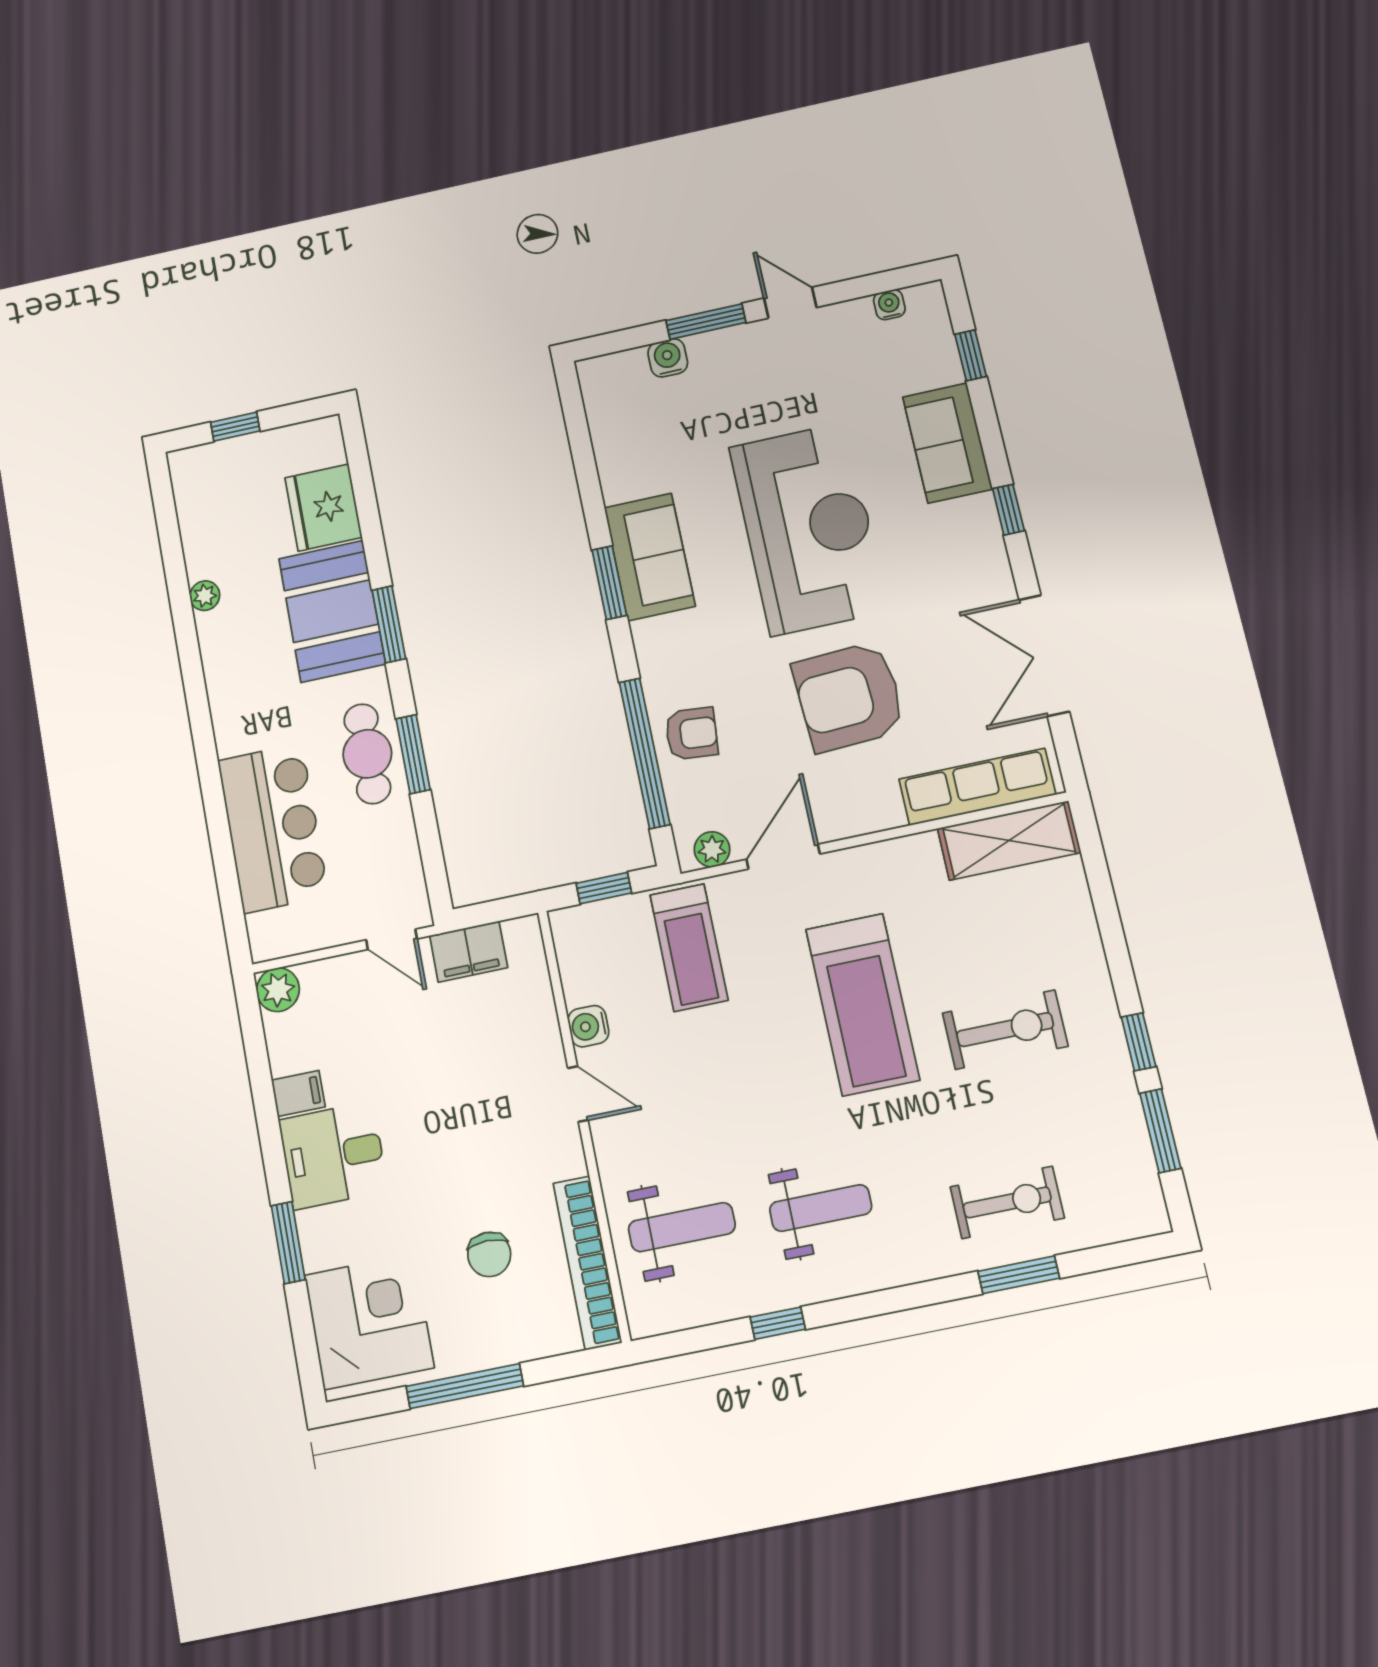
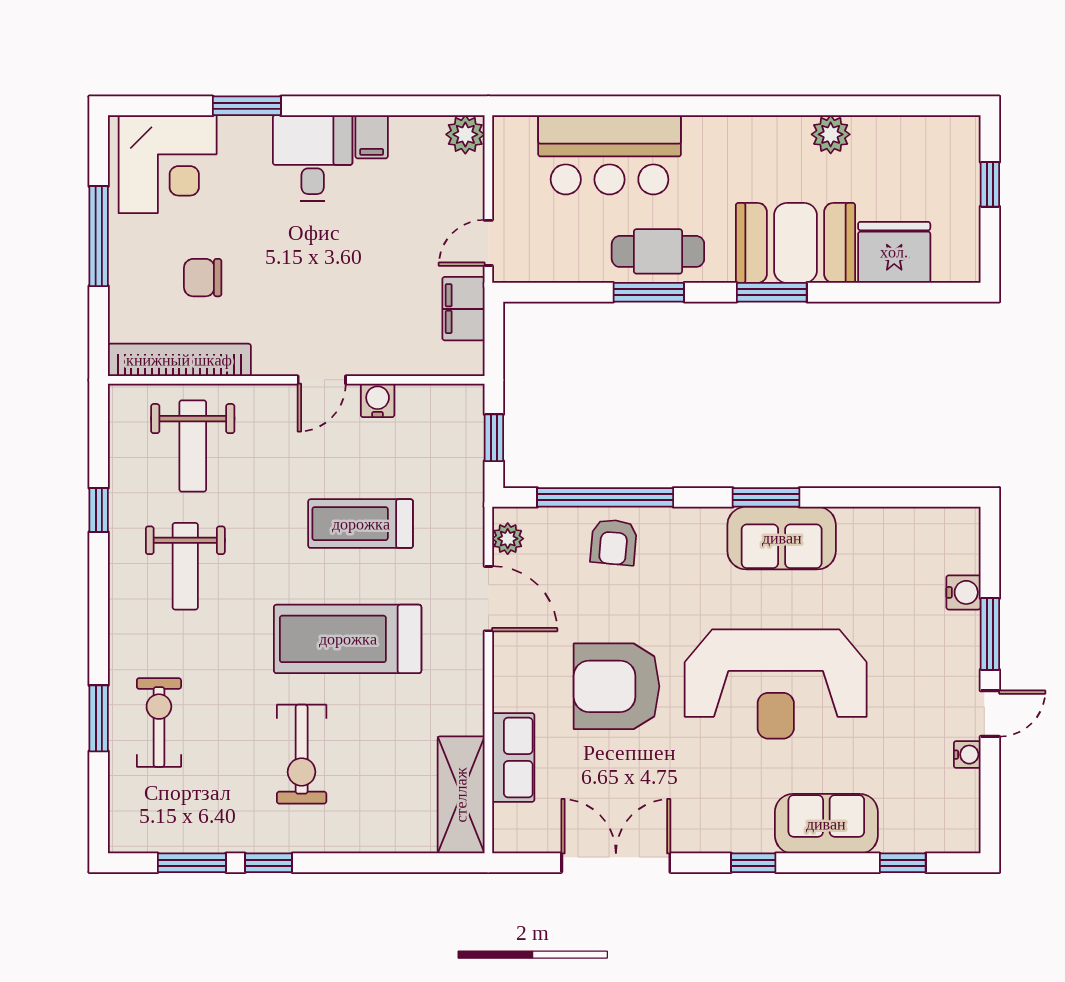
water cooler: (889, 305) -> (967, 755), moved
plant: (205, 596) -> (831, 134), width x1.38, depth x1.38
armchair: (849, 697) -> (617, 686), turned -87
row of seats: (977, 787) -> (513, 758), width x0.68
treadmill: (689, 947) -> (361, 524), moved
exercise bike: (1007, 1202) -> (159, 723), turned 180

